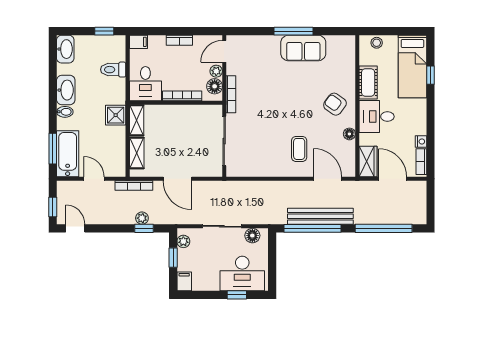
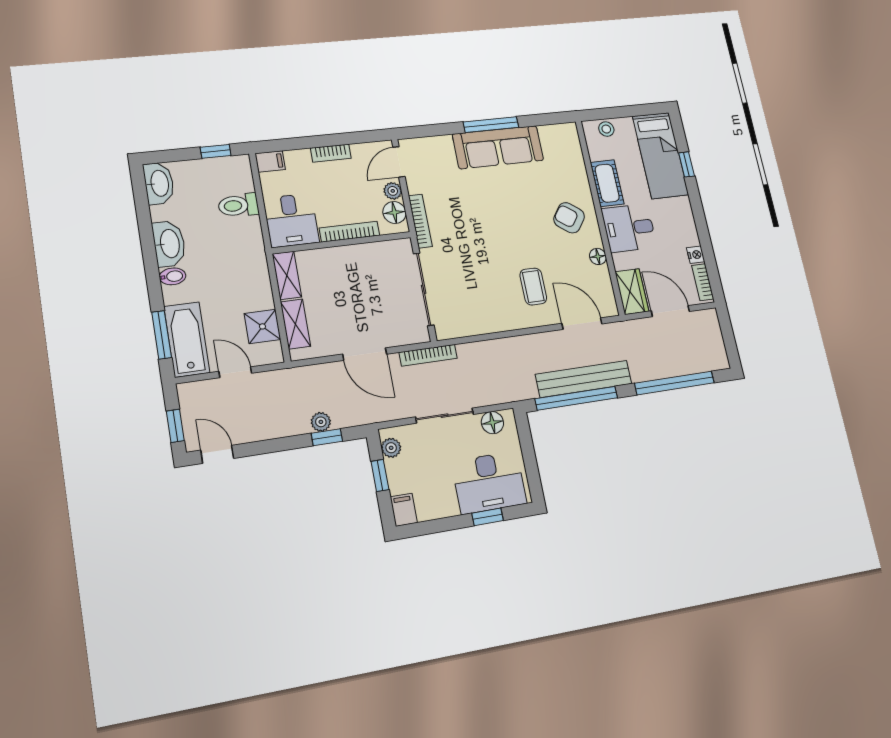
sofa: (303, 48) -> (498, 147), width x1.36
shower: (116, 115) -> (262, 326), moved
bookcase: (134, 186) -> (428, 355), moved

